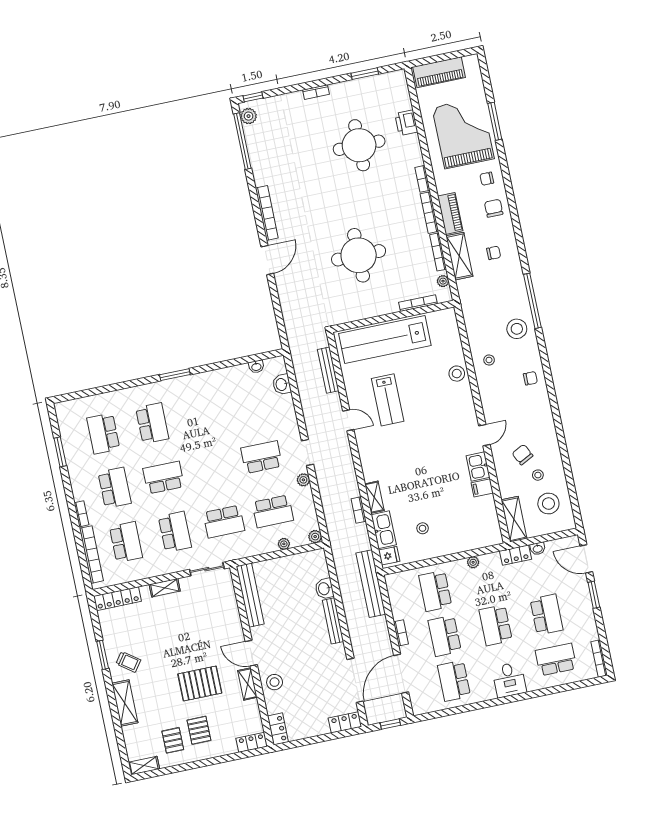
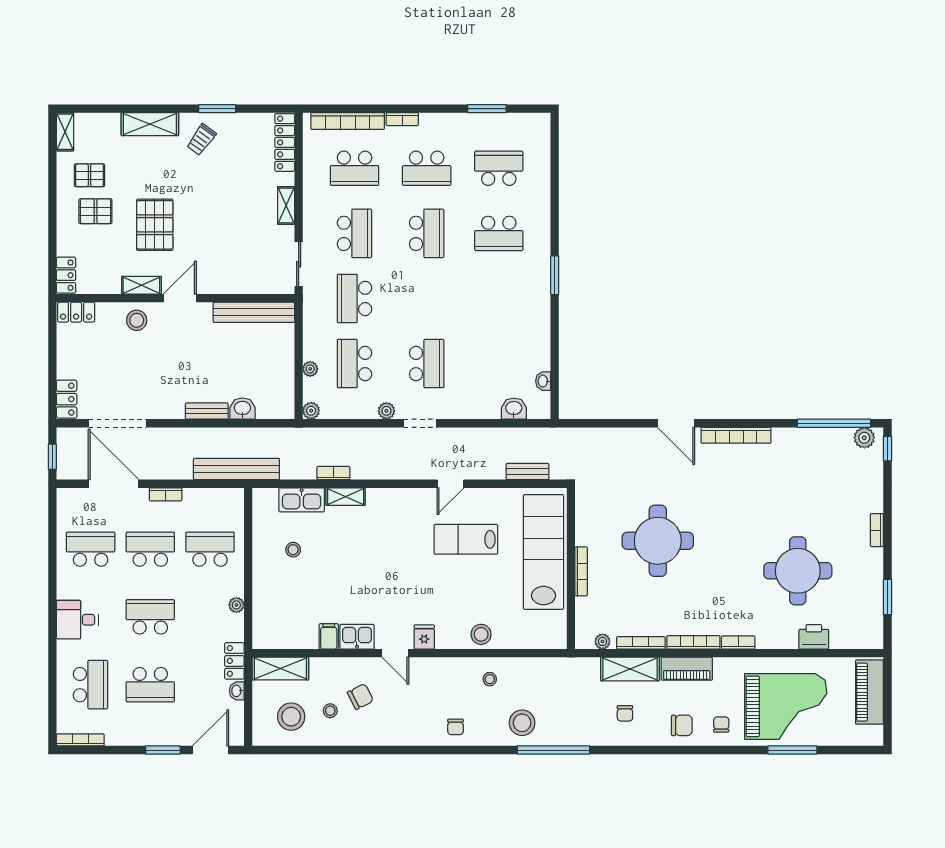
bookcase: (418, 303) -> (581, 571), moved
bench: (328, 370) -> (527, 472), width x0.73
school desk: (175, 532) -> (354, 233), turned -90
fridge: (389, 556) -> (424, 637), moved, turned 180
bench: (333, 621) -> (207, 411), width x0.73

